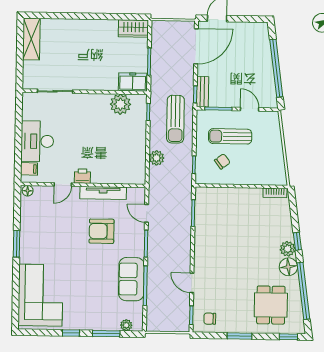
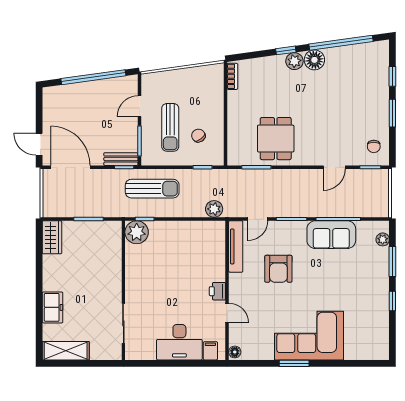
freezer: (133, 82) -> (52, 307), moved, turned 180
plant: (120, 104) -> (137, 232), moved
plant: (157, 158) -> (214, 209), moved
tv unit: (103, 193) -> (236, 246), moved
corner sofa: (41, 295) -> (309, 336), moved
dining table: (271, 305) -> (276, 139), moved, turned 90
window: (288, 337) -> (392, 76), moved

